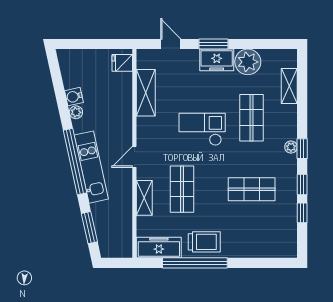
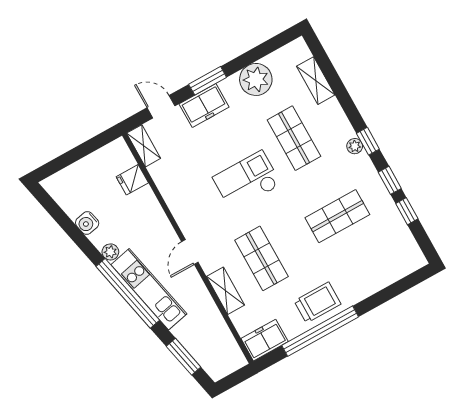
freezer: (217, 60) -> (204, 106), moved
fridge: (122, 63) -> (132, 180), moved
shelving: (146, 93) -> (144, 146), moved, width x0.67, depth x0.75
plant: (76, 112) -> (110, 252), moved
freezer: (159, 248) -> (265, 340), width x0.71

